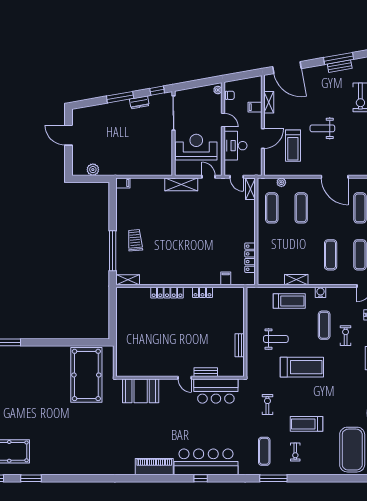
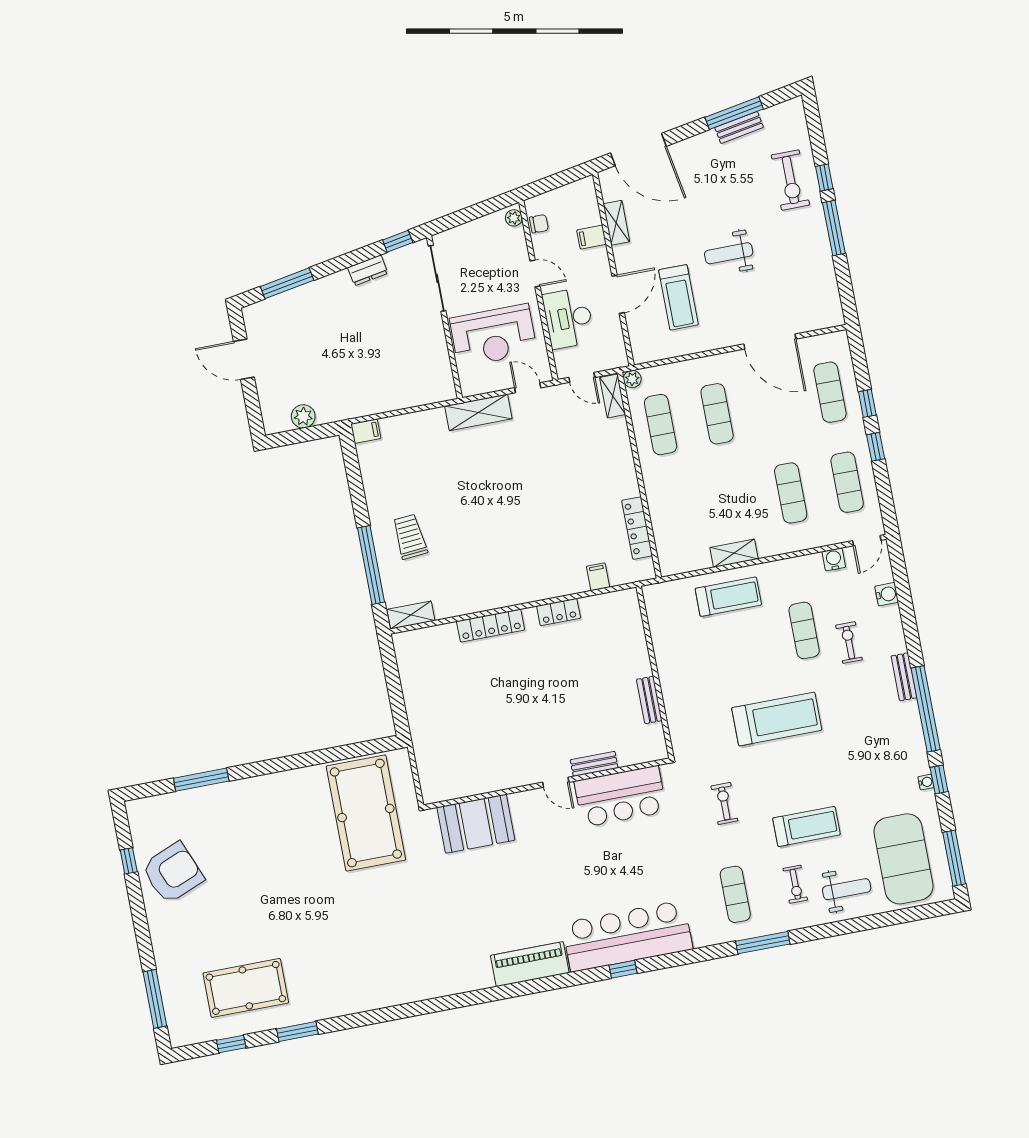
window: (120, 97) -> (287, 283), moved
reception desk: (196, 147) -> (493, 335), turned 180
plant: (281, 182) -> (632, 379), moved
water cooler: (320, 292) -> (834, 559), moved
weight bench: (276, 339) -> (847, 889), moved
treadmill: (307, 424) -> (806, 826), turned 180

